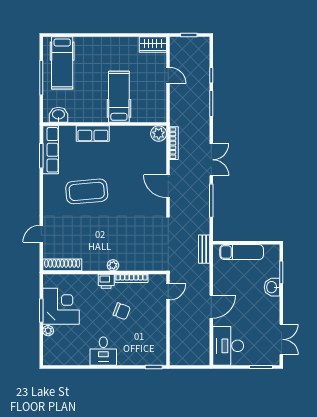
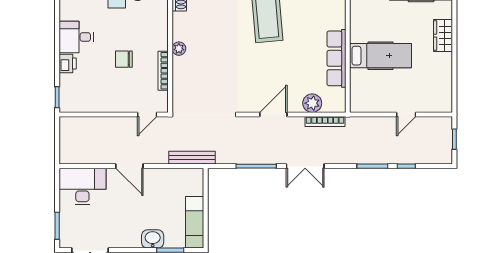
wardrobe: (153, 45) -> (443, 36), moved
row of seats: (93, 134) -> (336, 58), moved, width x1.48
plant: (159, 134) -> (312, 103), moved
bench: (204, 249) -> (192, 158), width x1.36
exam couch: (242, 252) -> (195, 222), moved
printer: (106, 281) -> (68, 63), moved, turned 180
door: (168, 292) -> (147, 114), hinge flipped
chair: (122, 311) -> (124, 59), turned 69

